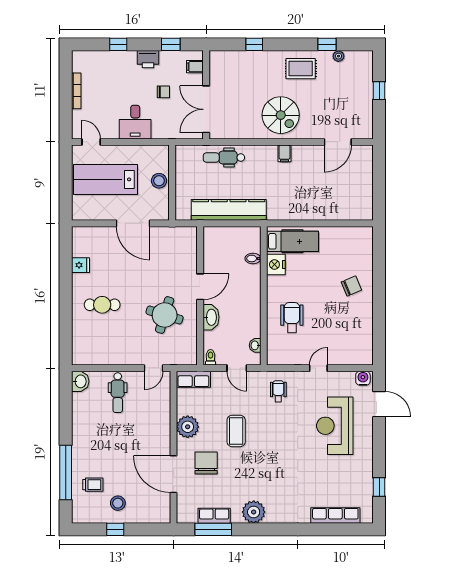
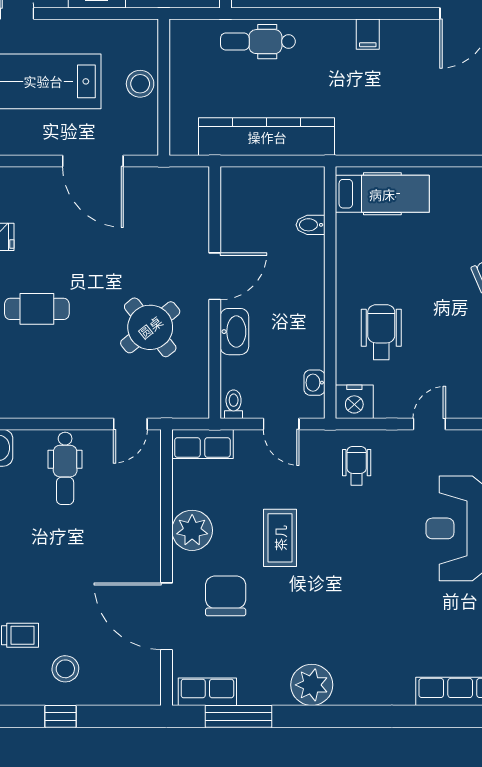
nightstand: (276, 265) -> (354, 402), moved, turned -90
round table: (165, 315) -> (150, 327), turned 34
row of seats: (214, 516) -> (207, 692), moved

